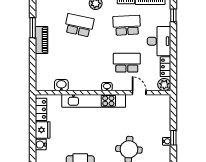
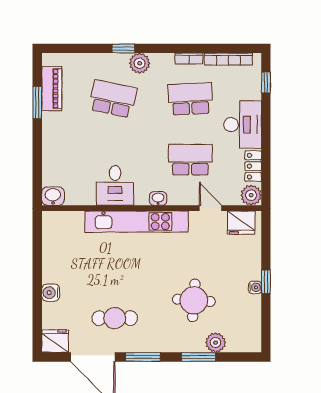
piano: (41, 40) -> (52, 89), moved
desk: (80, 79) -> (115, 185), added
washbasin: (61, 85) -> (53, 196), moved
locker: (41, 109) -> (51, 235), removed
fridge: (43, 130) -> (241, 223), moved, turned 90

